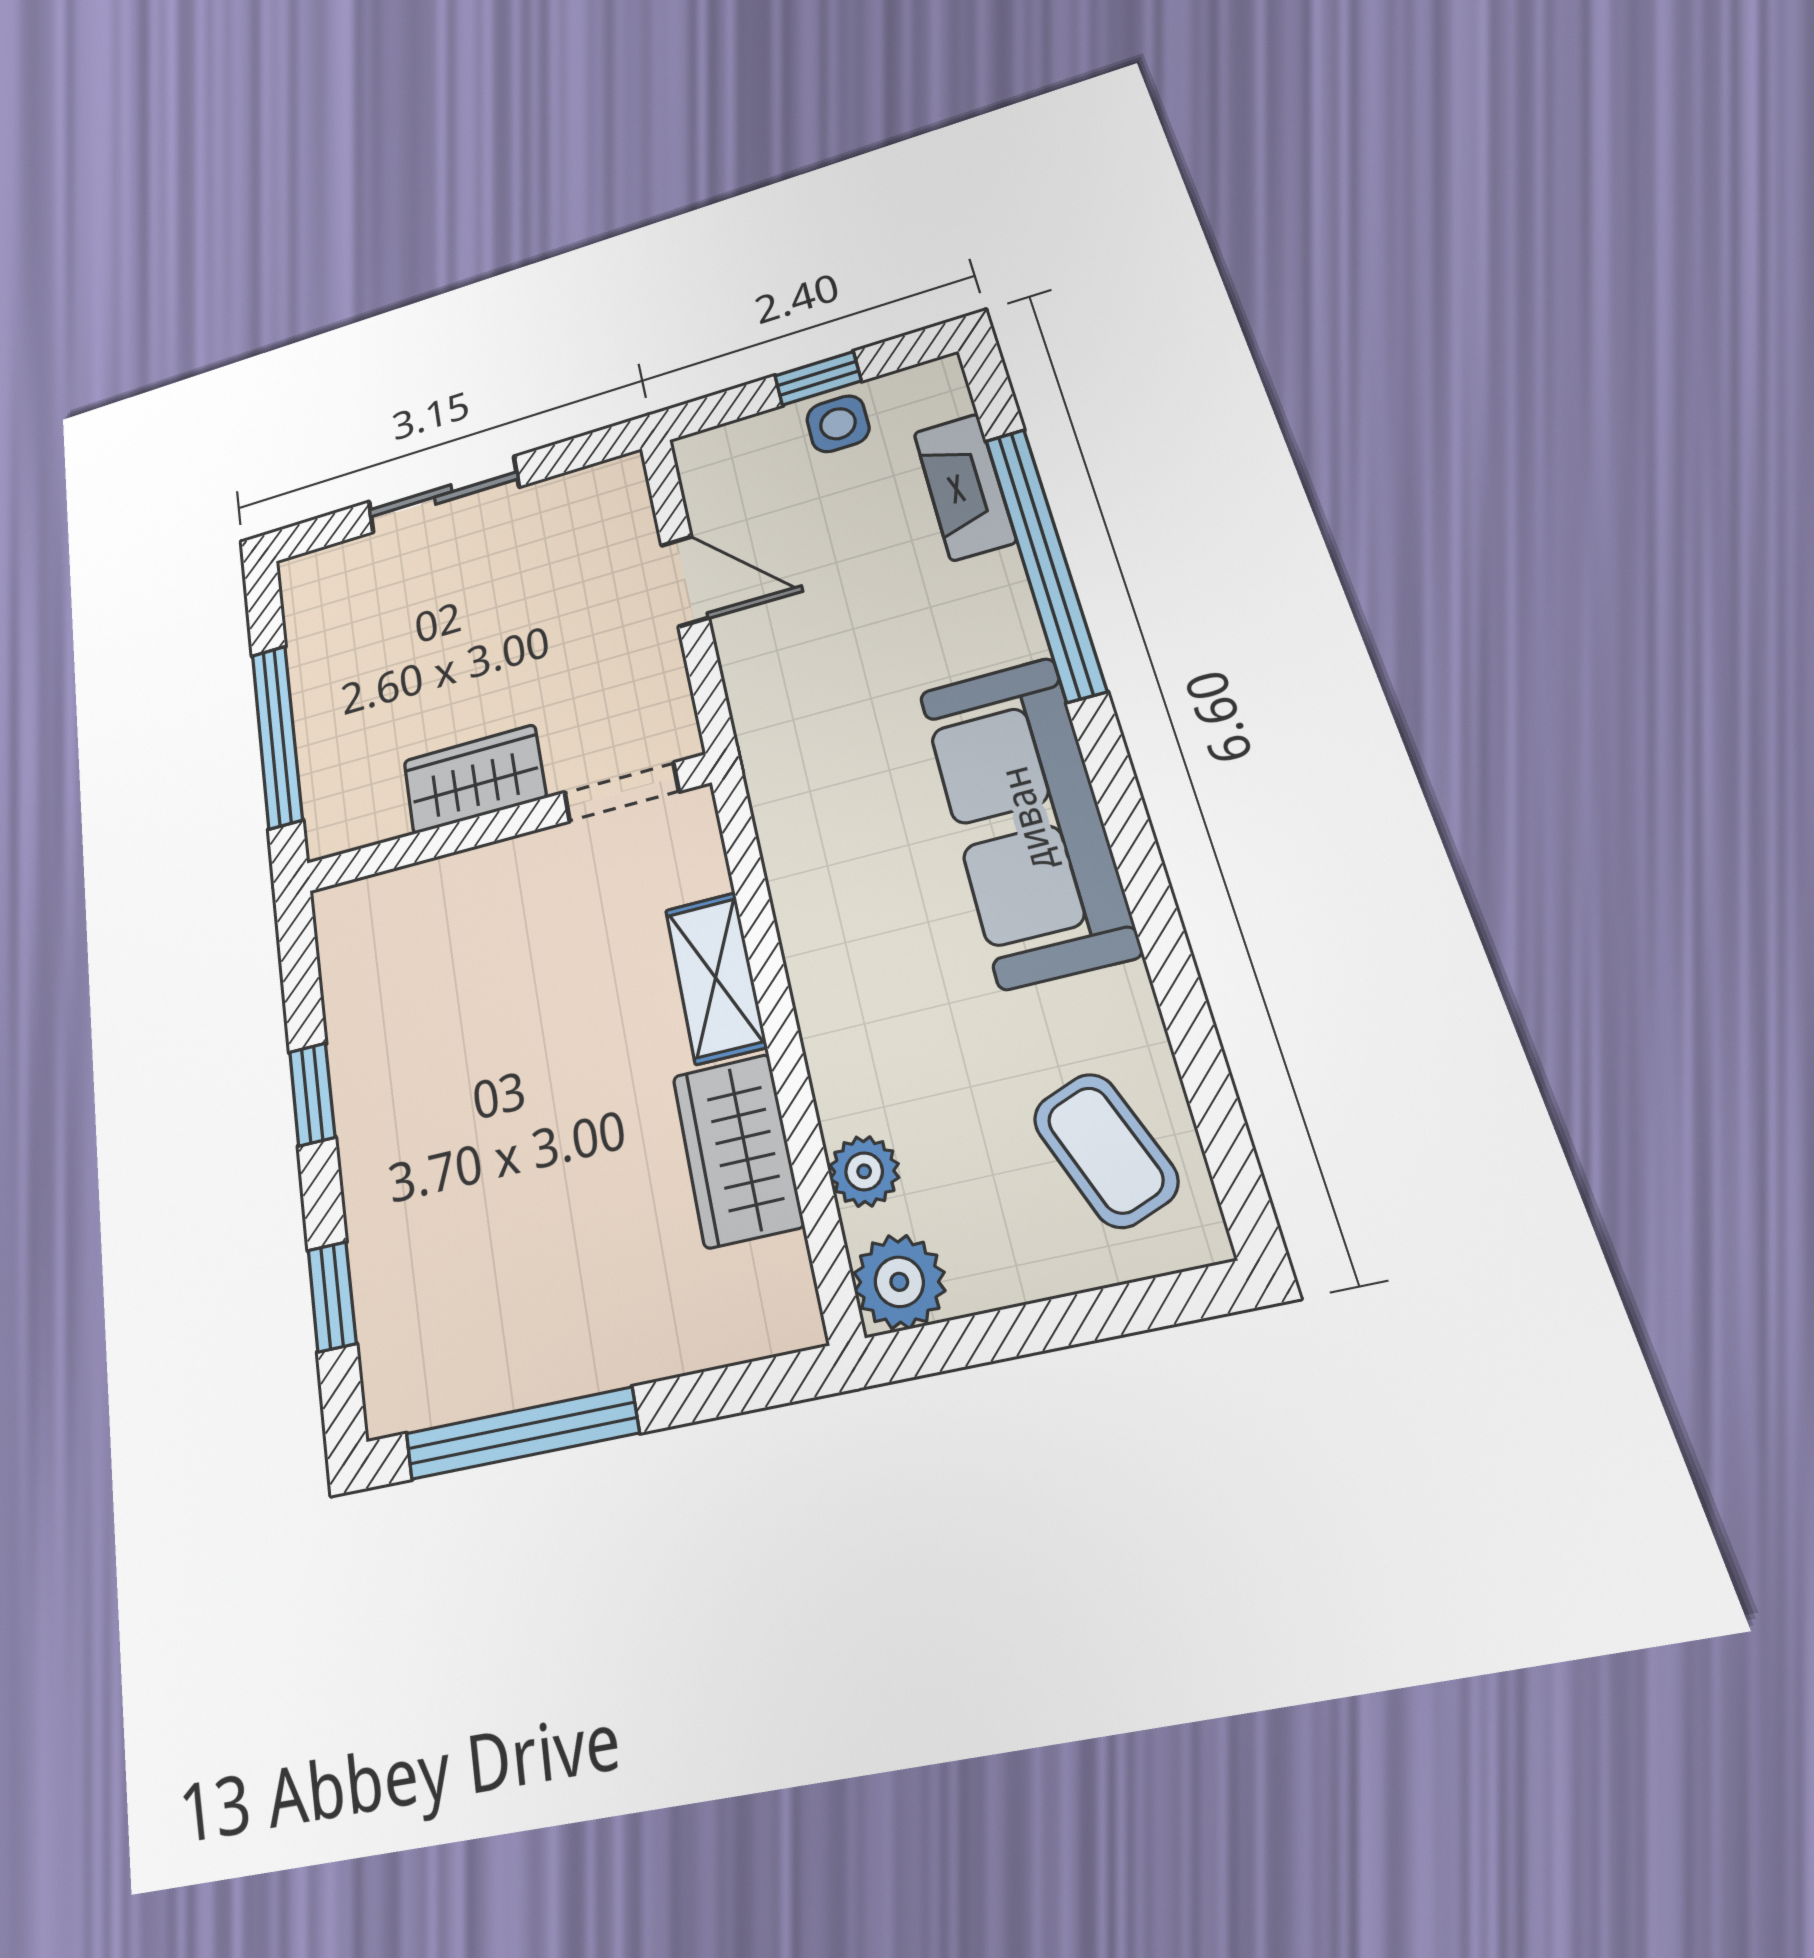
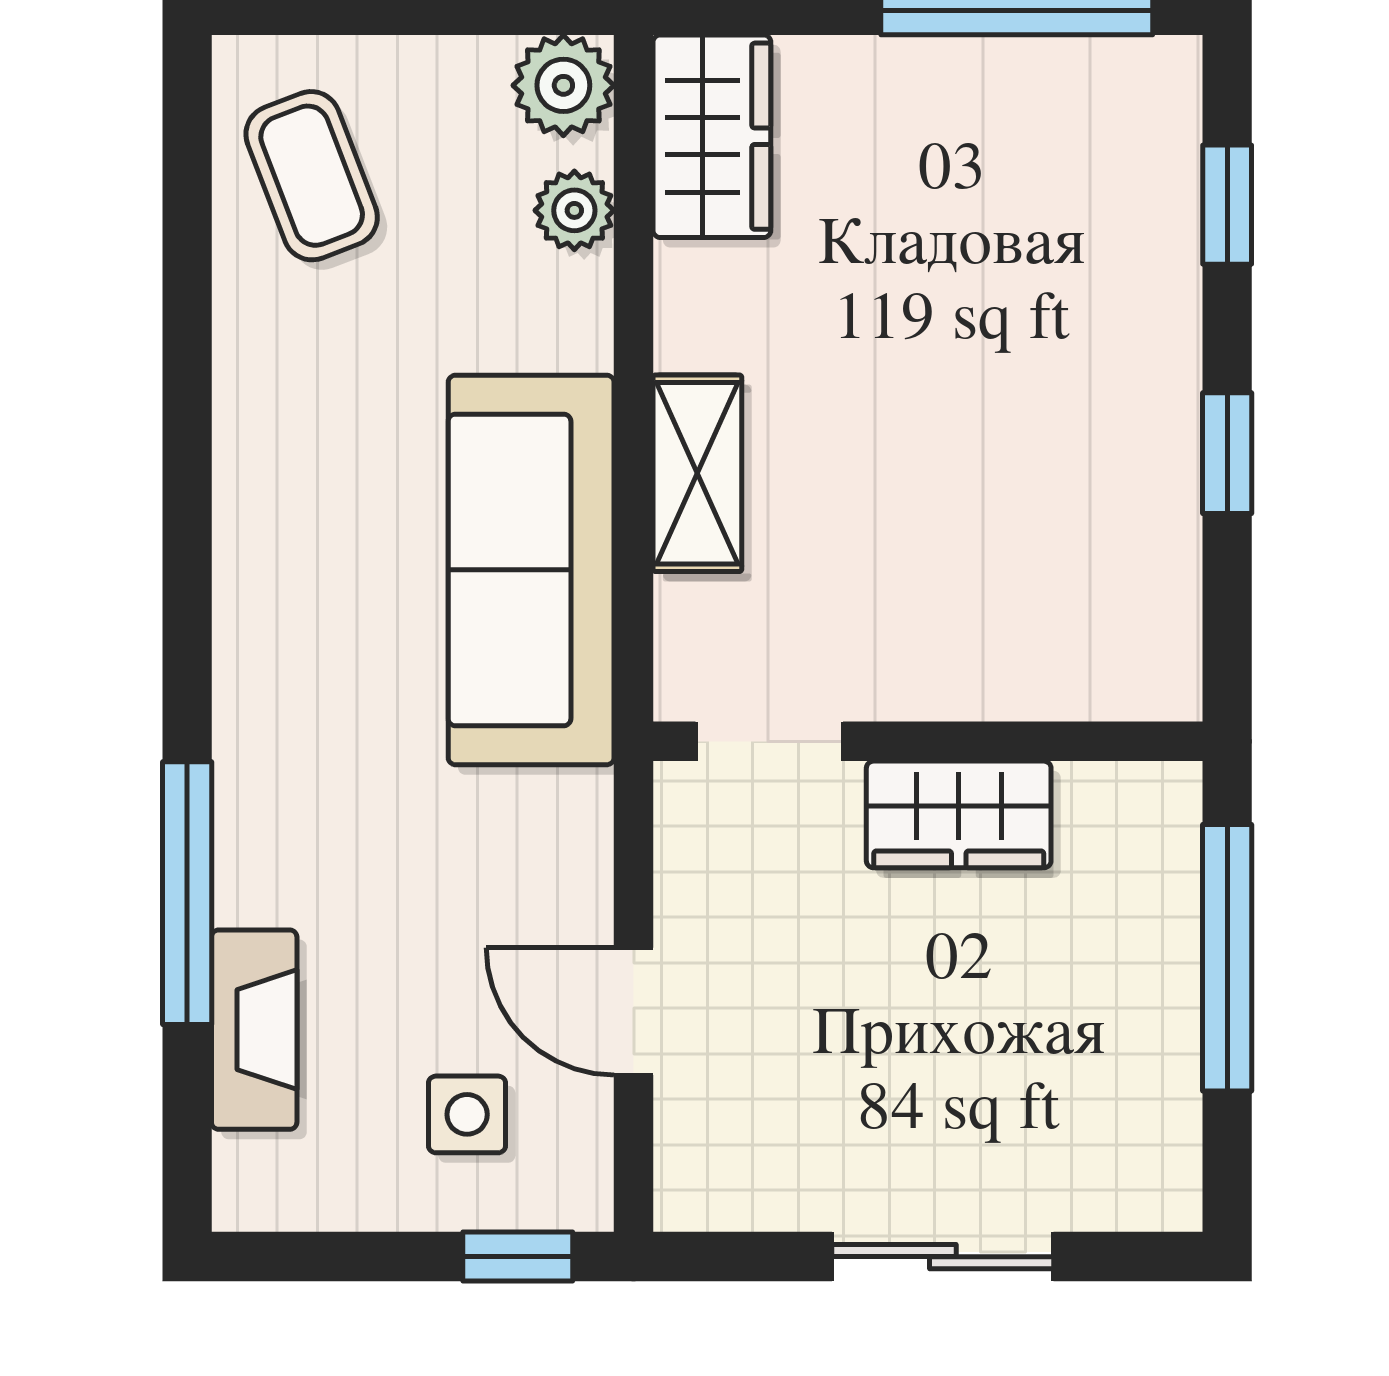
window: (818, 378) -> (518, 1257), moved
side table: (838, 424) -> (467, 1114), moved
window: (1045, 562) -> (187, 893), width x0.68
sofa: (1027, 819) -> (531, 570), moved, turned 180
wardrobe: (737, 1150) -> (712, 136), moved

